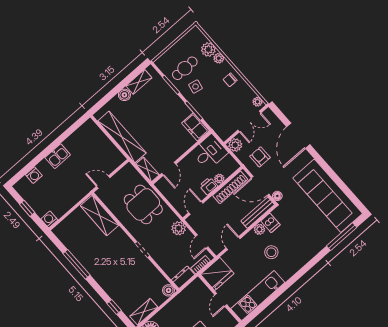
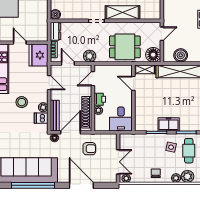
double door: (249, 122) -> (118, 162), swing flipped
freezer: (195, 127) -> (169, 124), moved
plant: (235, 145) -> (111, 140), removed
boiler: (108, 149) -> (181, 55), added
floor lamp: (128, 174) -> (153, 55), added
window: (336, 178) -> (33, 185), added
door: (196, 208) -> (93, 79), swing flipped
shelving: (100, 216) -> (123, 13), moved

